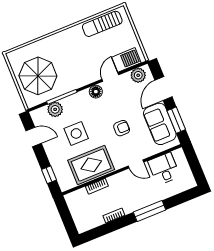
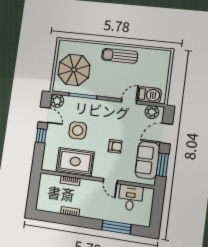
sun lounger: (102, 24) -> (120, 56), moved
floor lamp: (96, 92) -> (111, 106), removed
plant: (55, 109) -> (57, 101), moved
window: (49, 175) -> (41, 136), moved
window: (150, 211) -> (116, 227), moved

